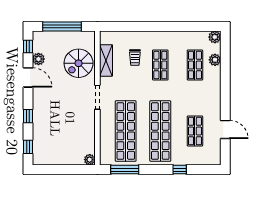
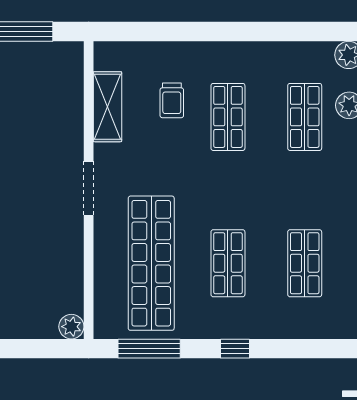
spiral stairs: (79, 63) -> (47, 113), removed
shop shelf: (160, 131) -> (228, 263), width x0.50, depth x0.74
window: (180, 170) -> (235, 349), moved

